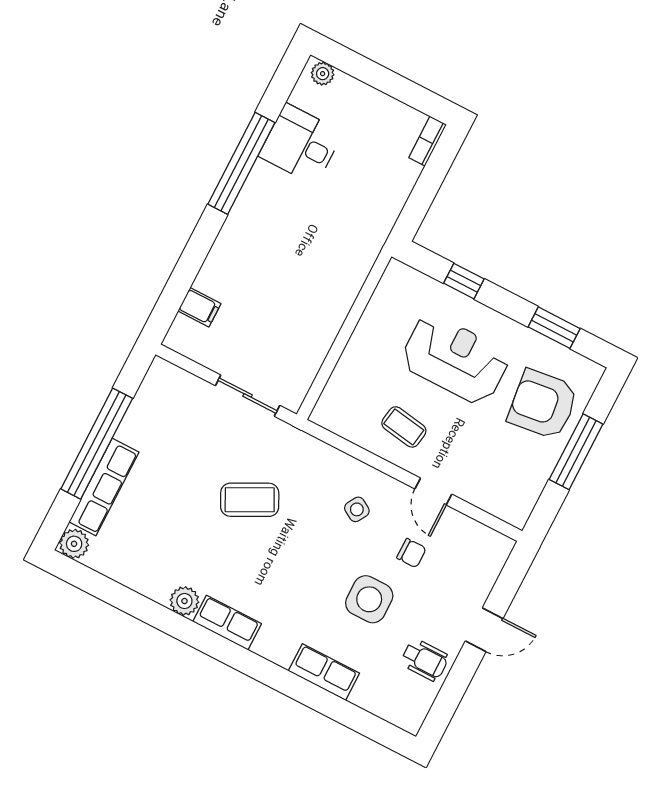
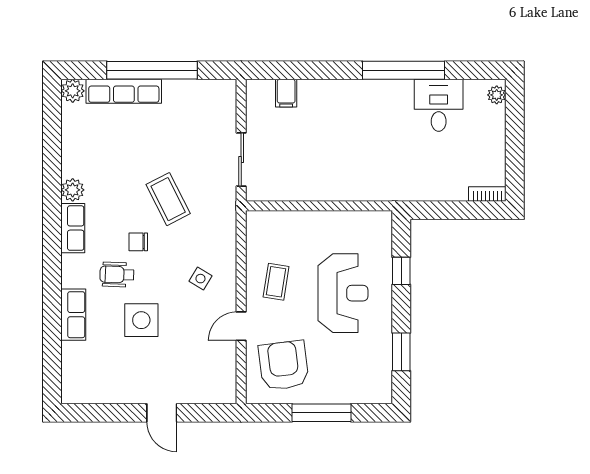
armchair: (543, 404) -> (284, 365), moved
chair: (411, 553) -> (138, 242), moved, turned 90
wheelchair: (425, 660) -> (117, 275), moved, turned 92

